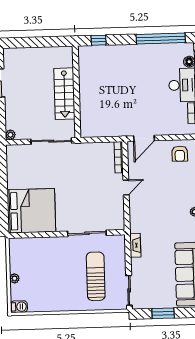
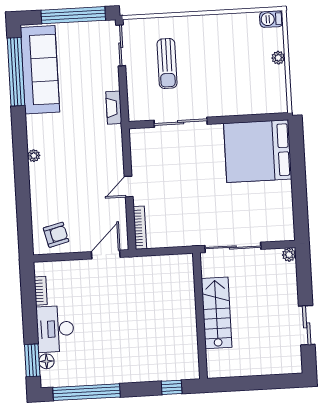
armchair: (180, 154) -> (56, 235), turned 76
sun lounger: (96, 276) -> (167, 64), width x0.73, depth x0.75
window: (163, 313) -> (73, 15), width x2.11

